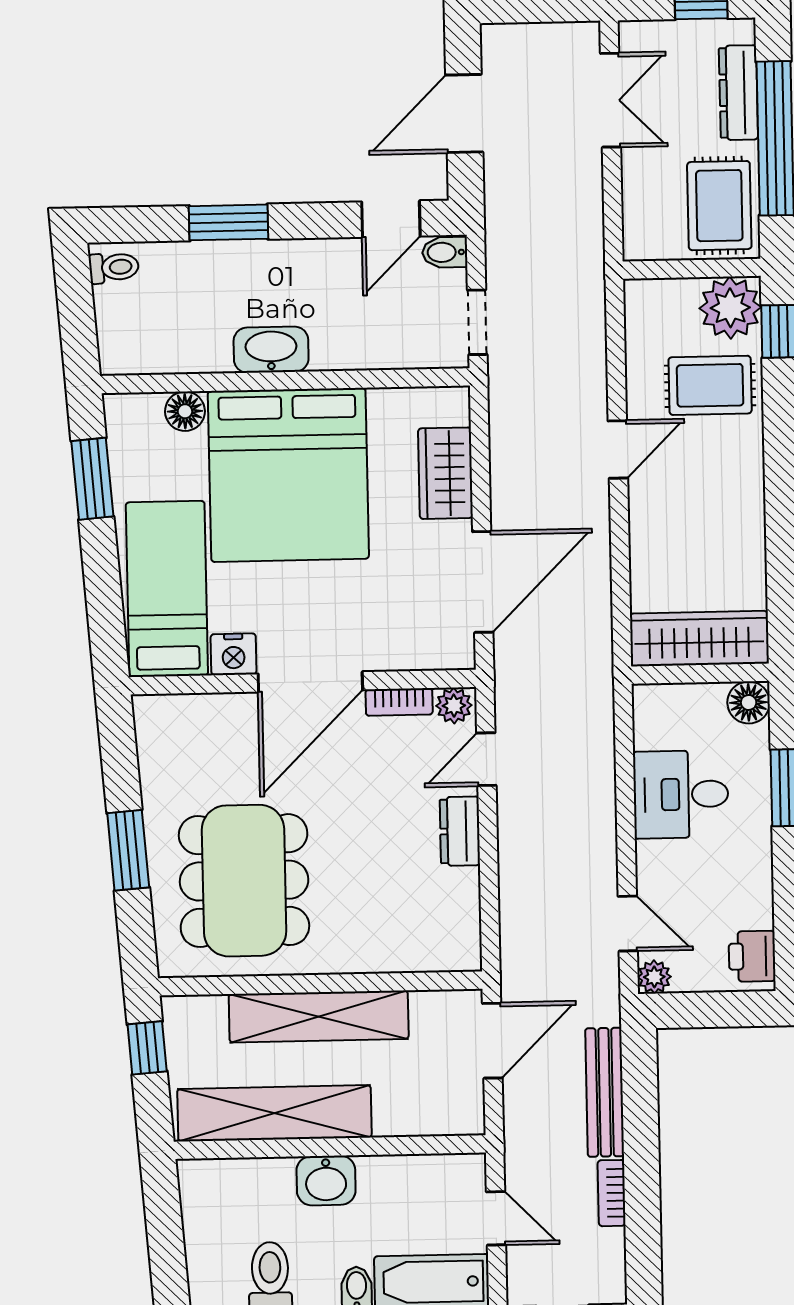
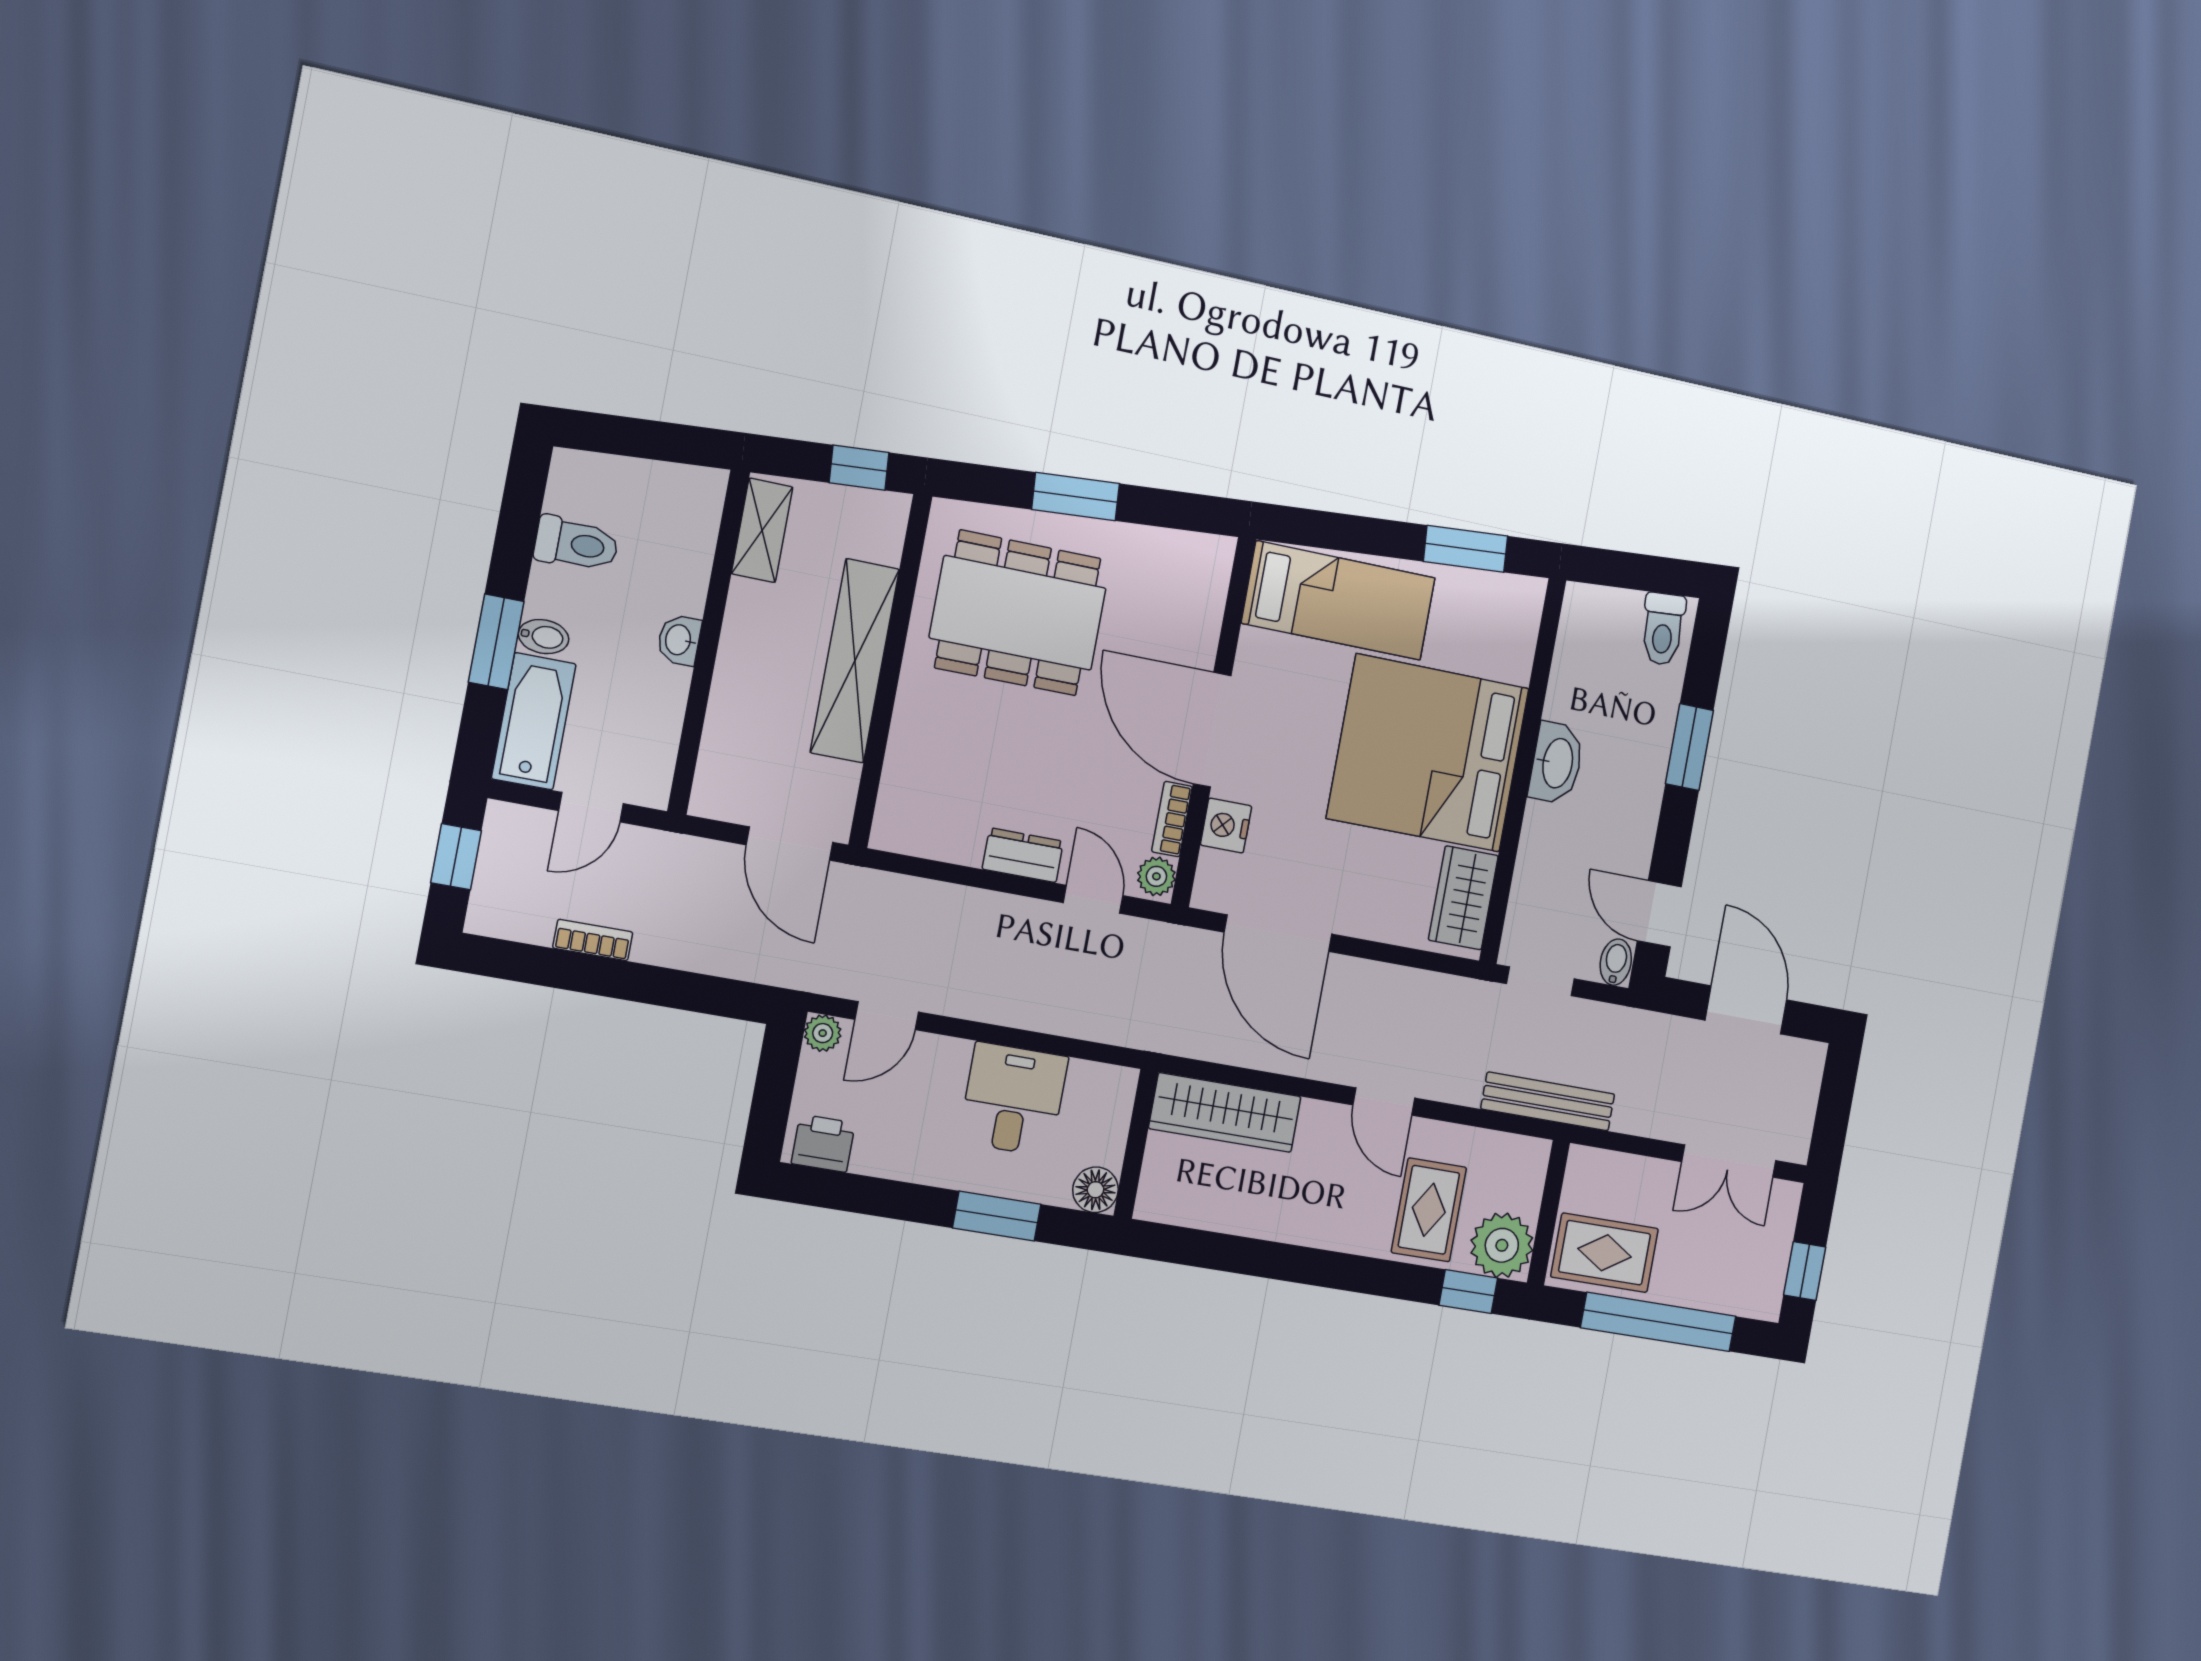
dresser: (738, 93) -> (1710, 1293), removed
toilet: (114, 267) -> (1663, 629), width x1.37, depth x1.39
floor lamp: (185, 411) -> (1513, 660), removed
wardrobe: (445, 473) -> (1463, 898), moved, turned -90
wardrobe: (699, 639) -> (1225, 1113), moved, turned 90
nightstand: (234, 654) -> (1226, 826), moved
bench: (605, 1092) -> (1548, 1101), moved
shelving: (274, 1113) -> (762, 530), width x0.45, depth x0.75
washbasin: (326, 1180) -> (679, 640), width x0.72, depth x0.69

